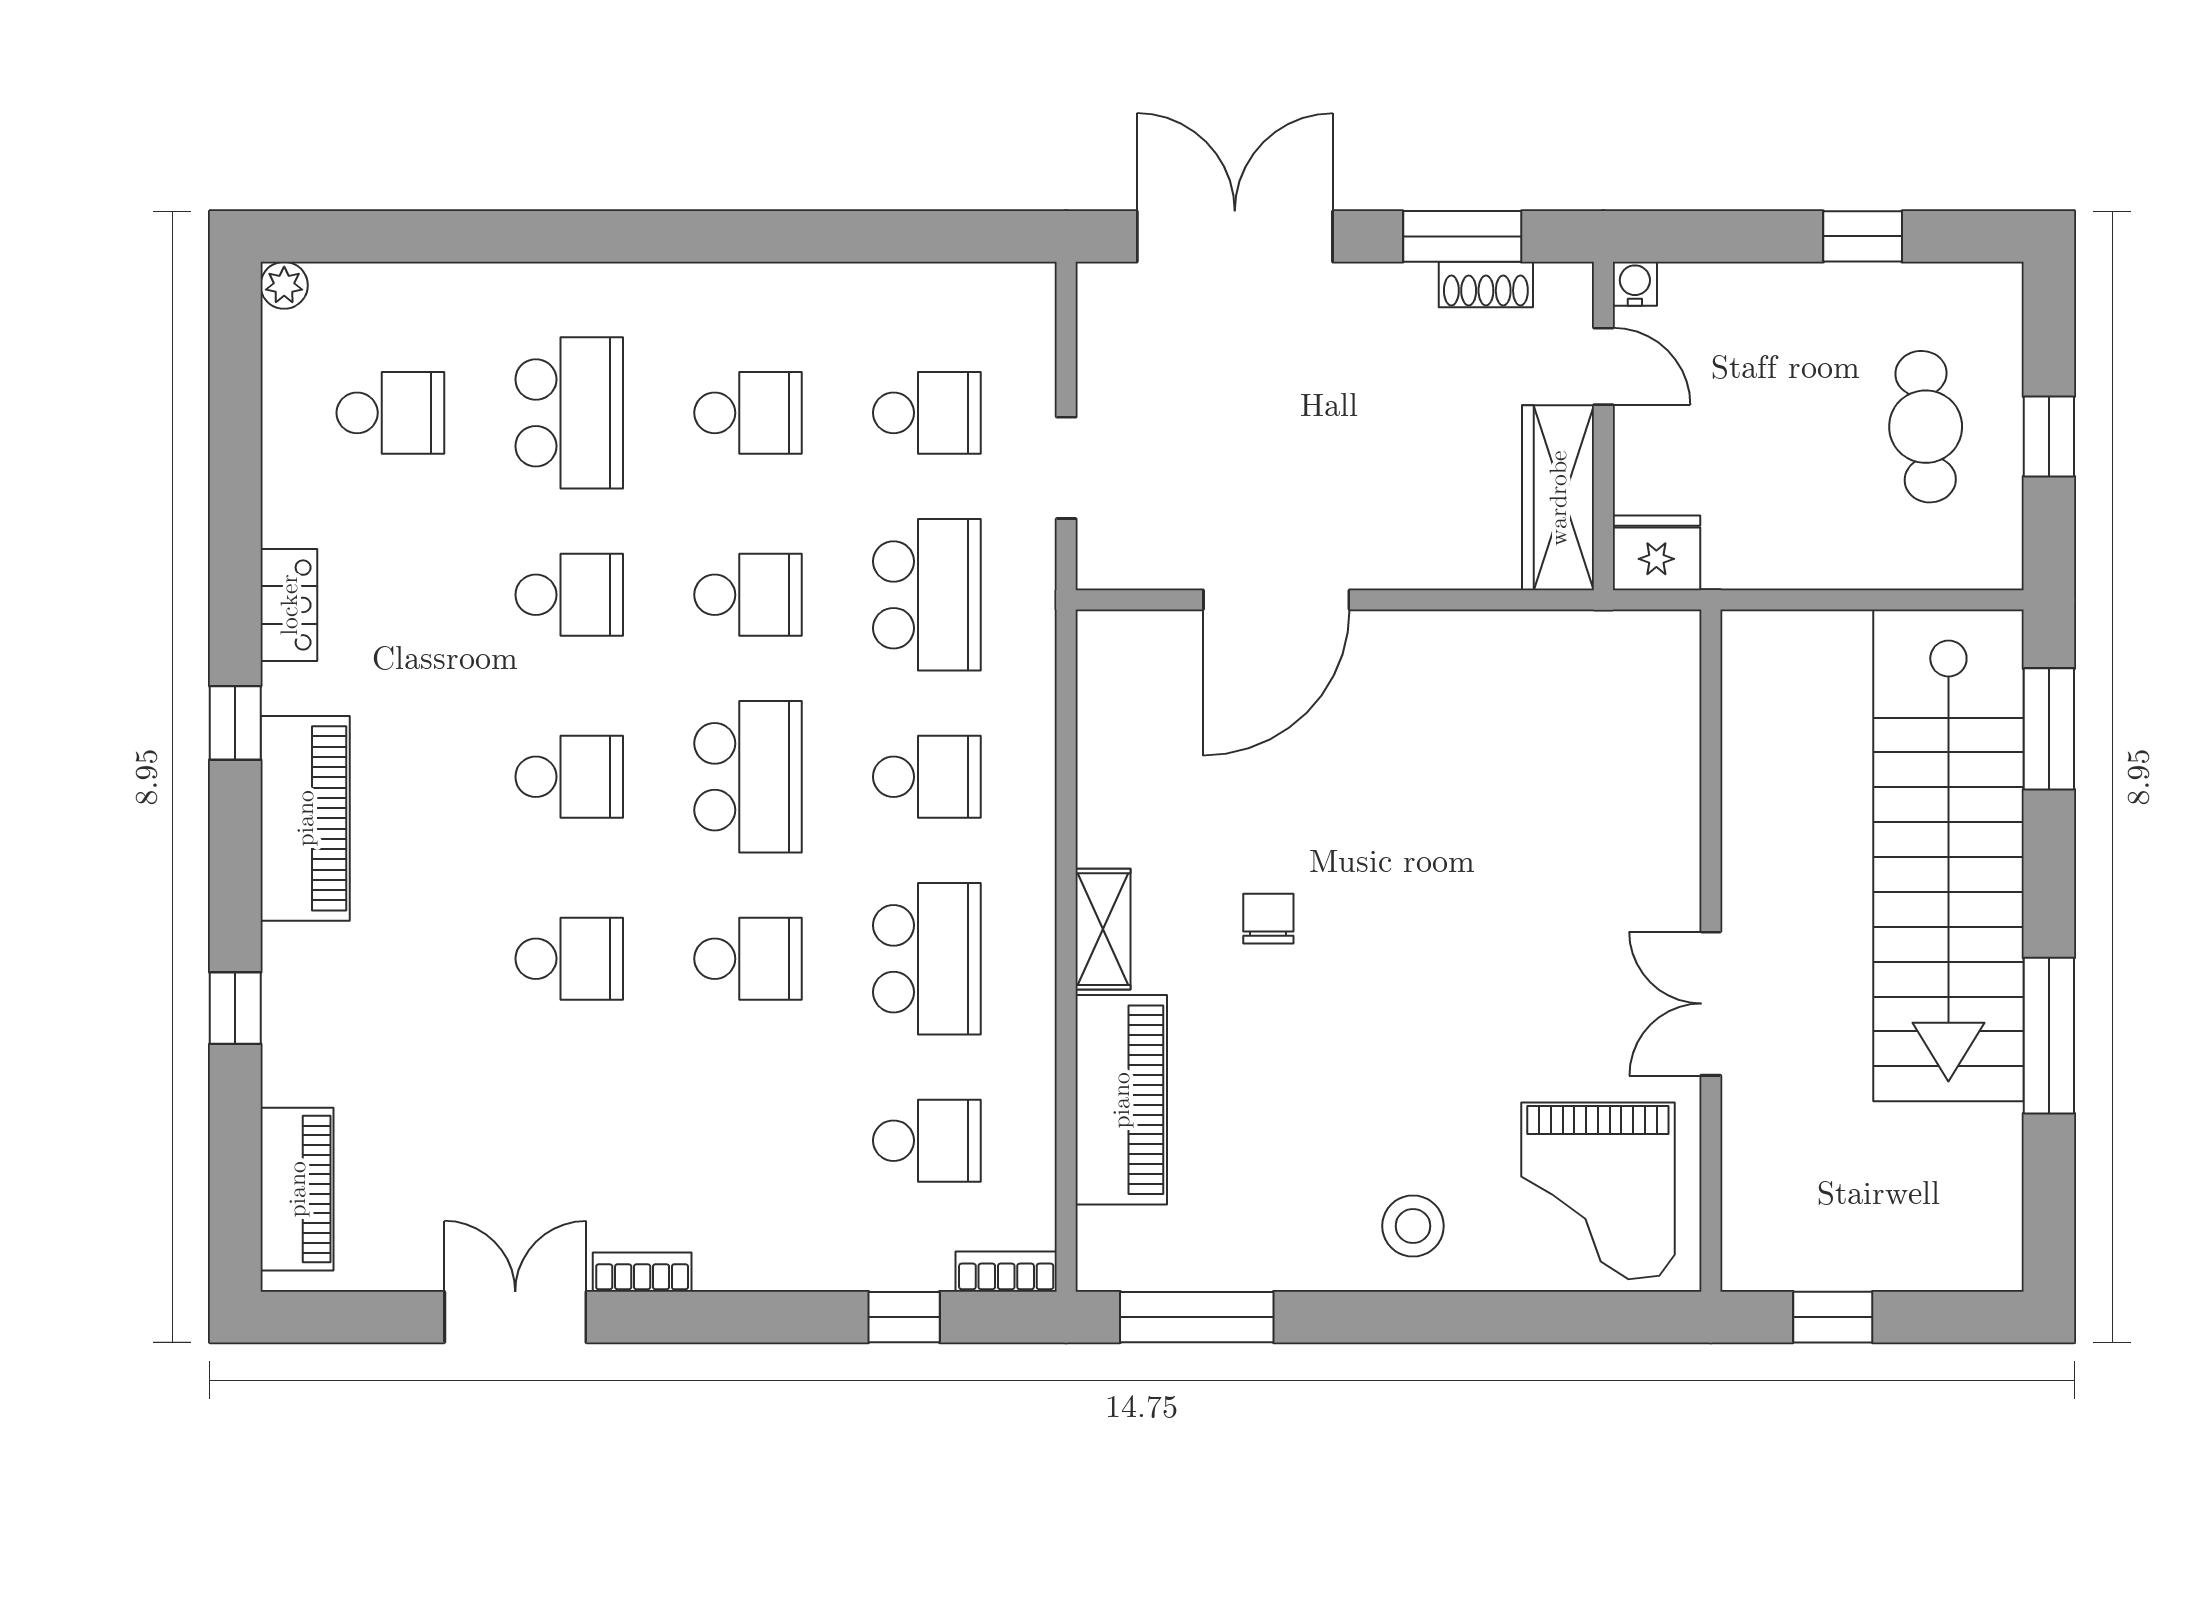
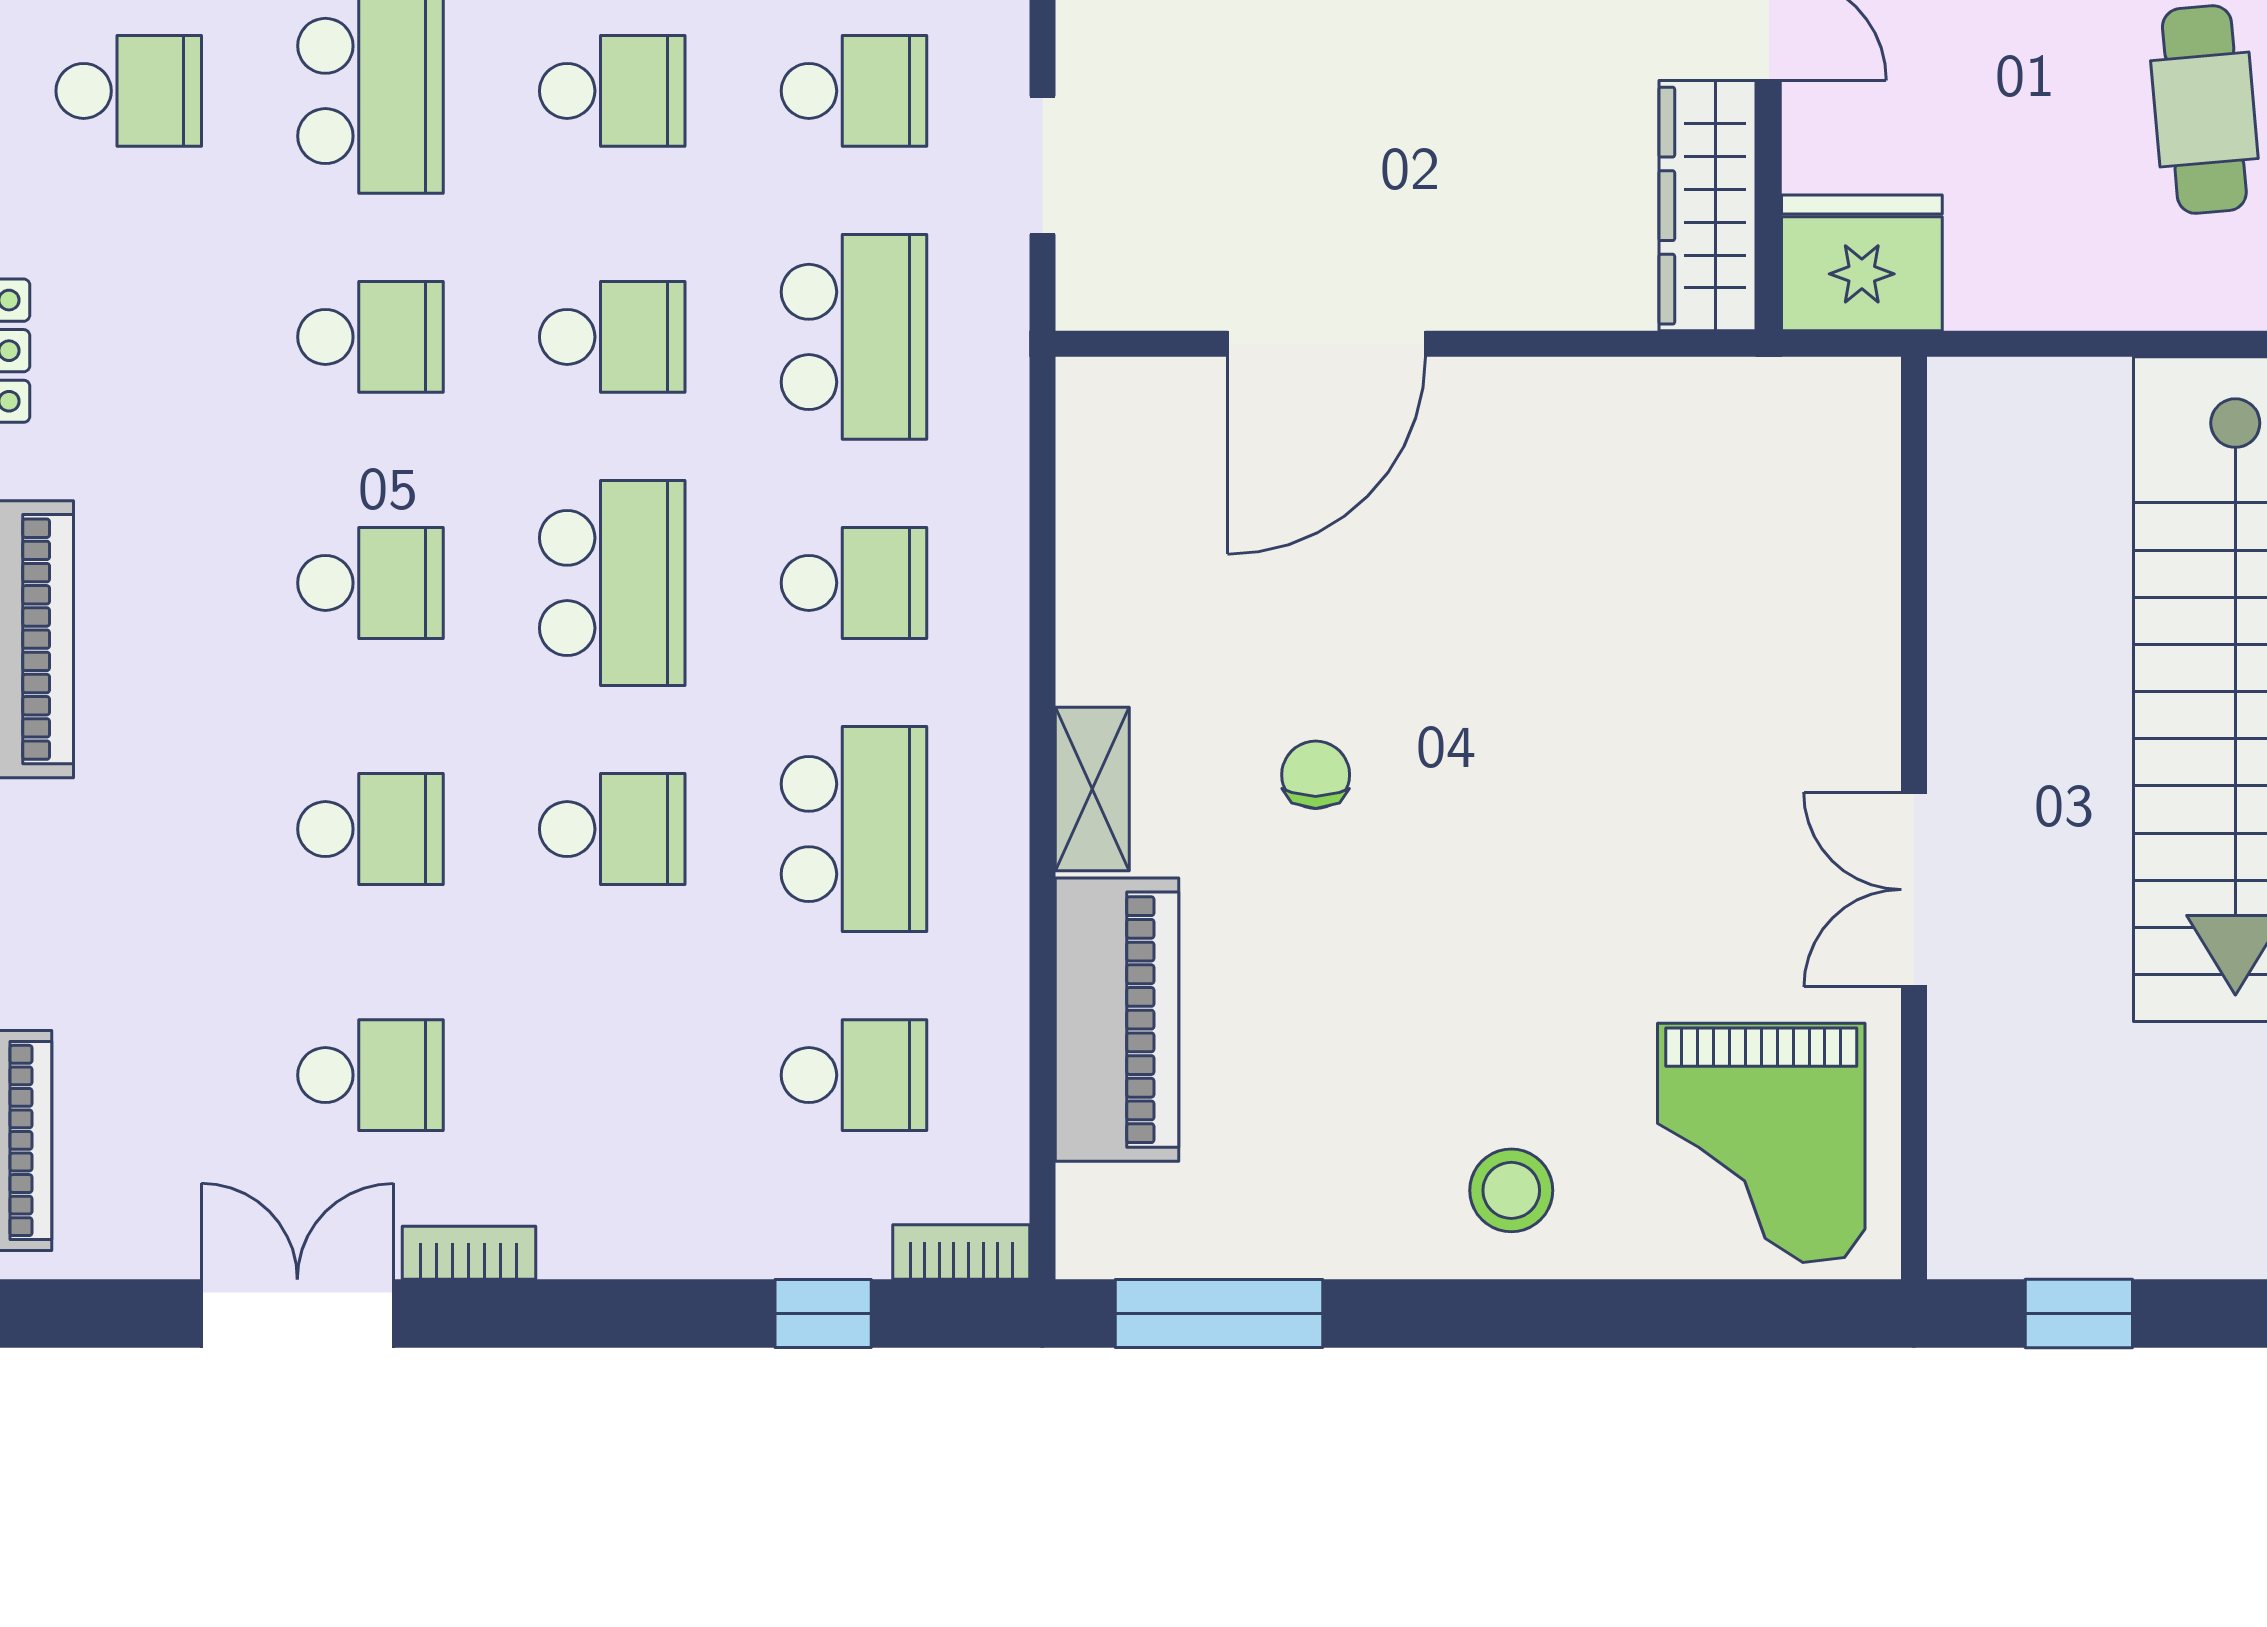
fridge: (1656, 553) -> (1862, 263), width x1.36, depth x1.34
school desk: (569, 1141) -> (370, 1075), added

